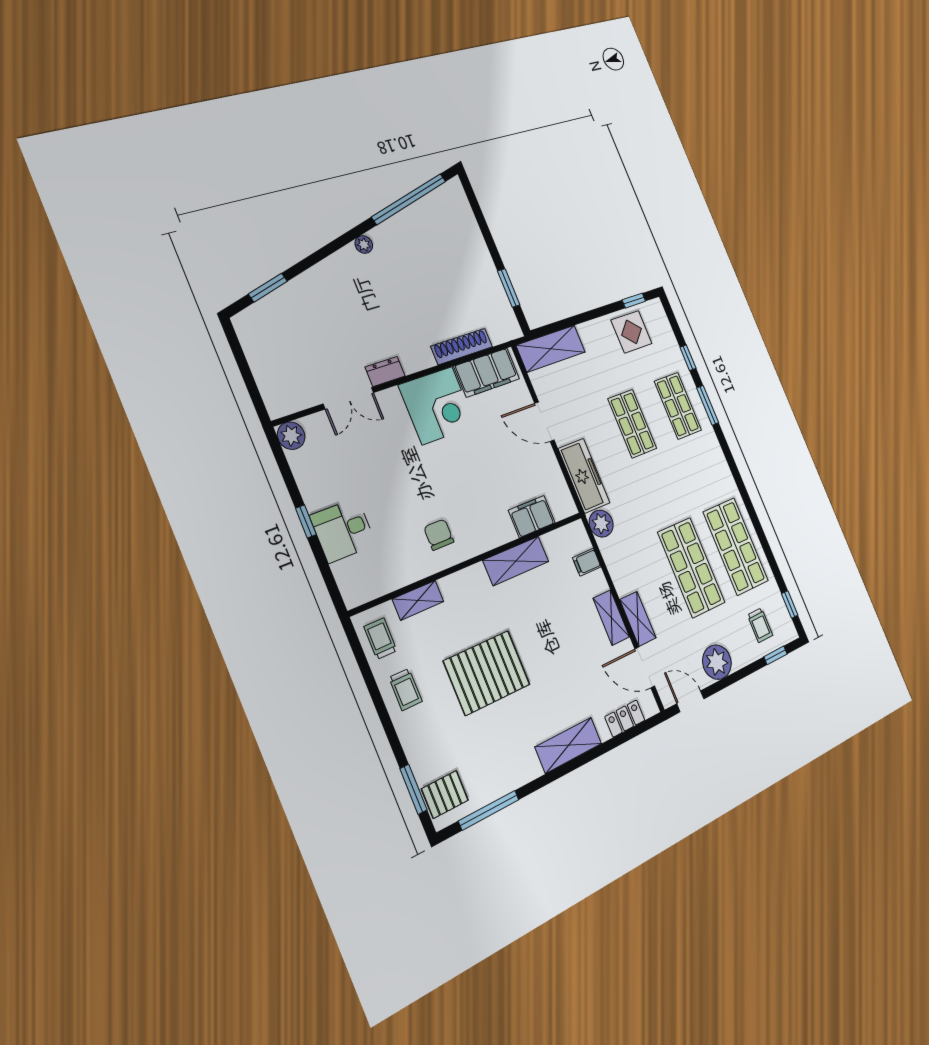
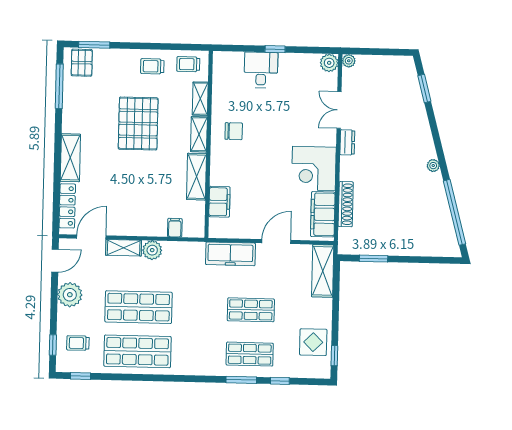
plant: (276, 408) -> (349, 61), added
plant: (601, 524) -> (152, 250), moved
shelving: (611, 618) -> (199, 134), moved, turned 90
trolley: (380, 639) -> (188, 64), turned 180
locker: (625, 718) -> (67, 206), width x1.53

